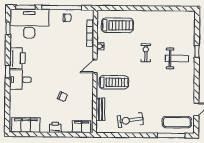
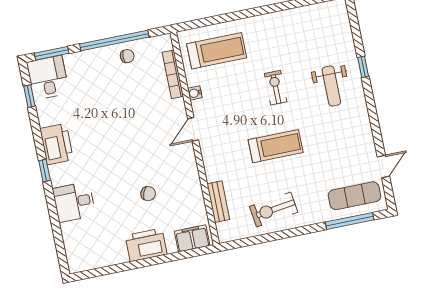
desk: (29, 24) -> (48, 78), width x0.53, depth x0.77
weight bench: (177, 58) -> (331, 86), turned 90
desk: (20, 80) -> (74, 202), moved
treadmill: (114, 82) -> (276, 146), moved
filing cabinet: (26, 125) -> (95, 256), removed
printer: (55, 127) -> (146, 245), width x1.87, depth x1.48

